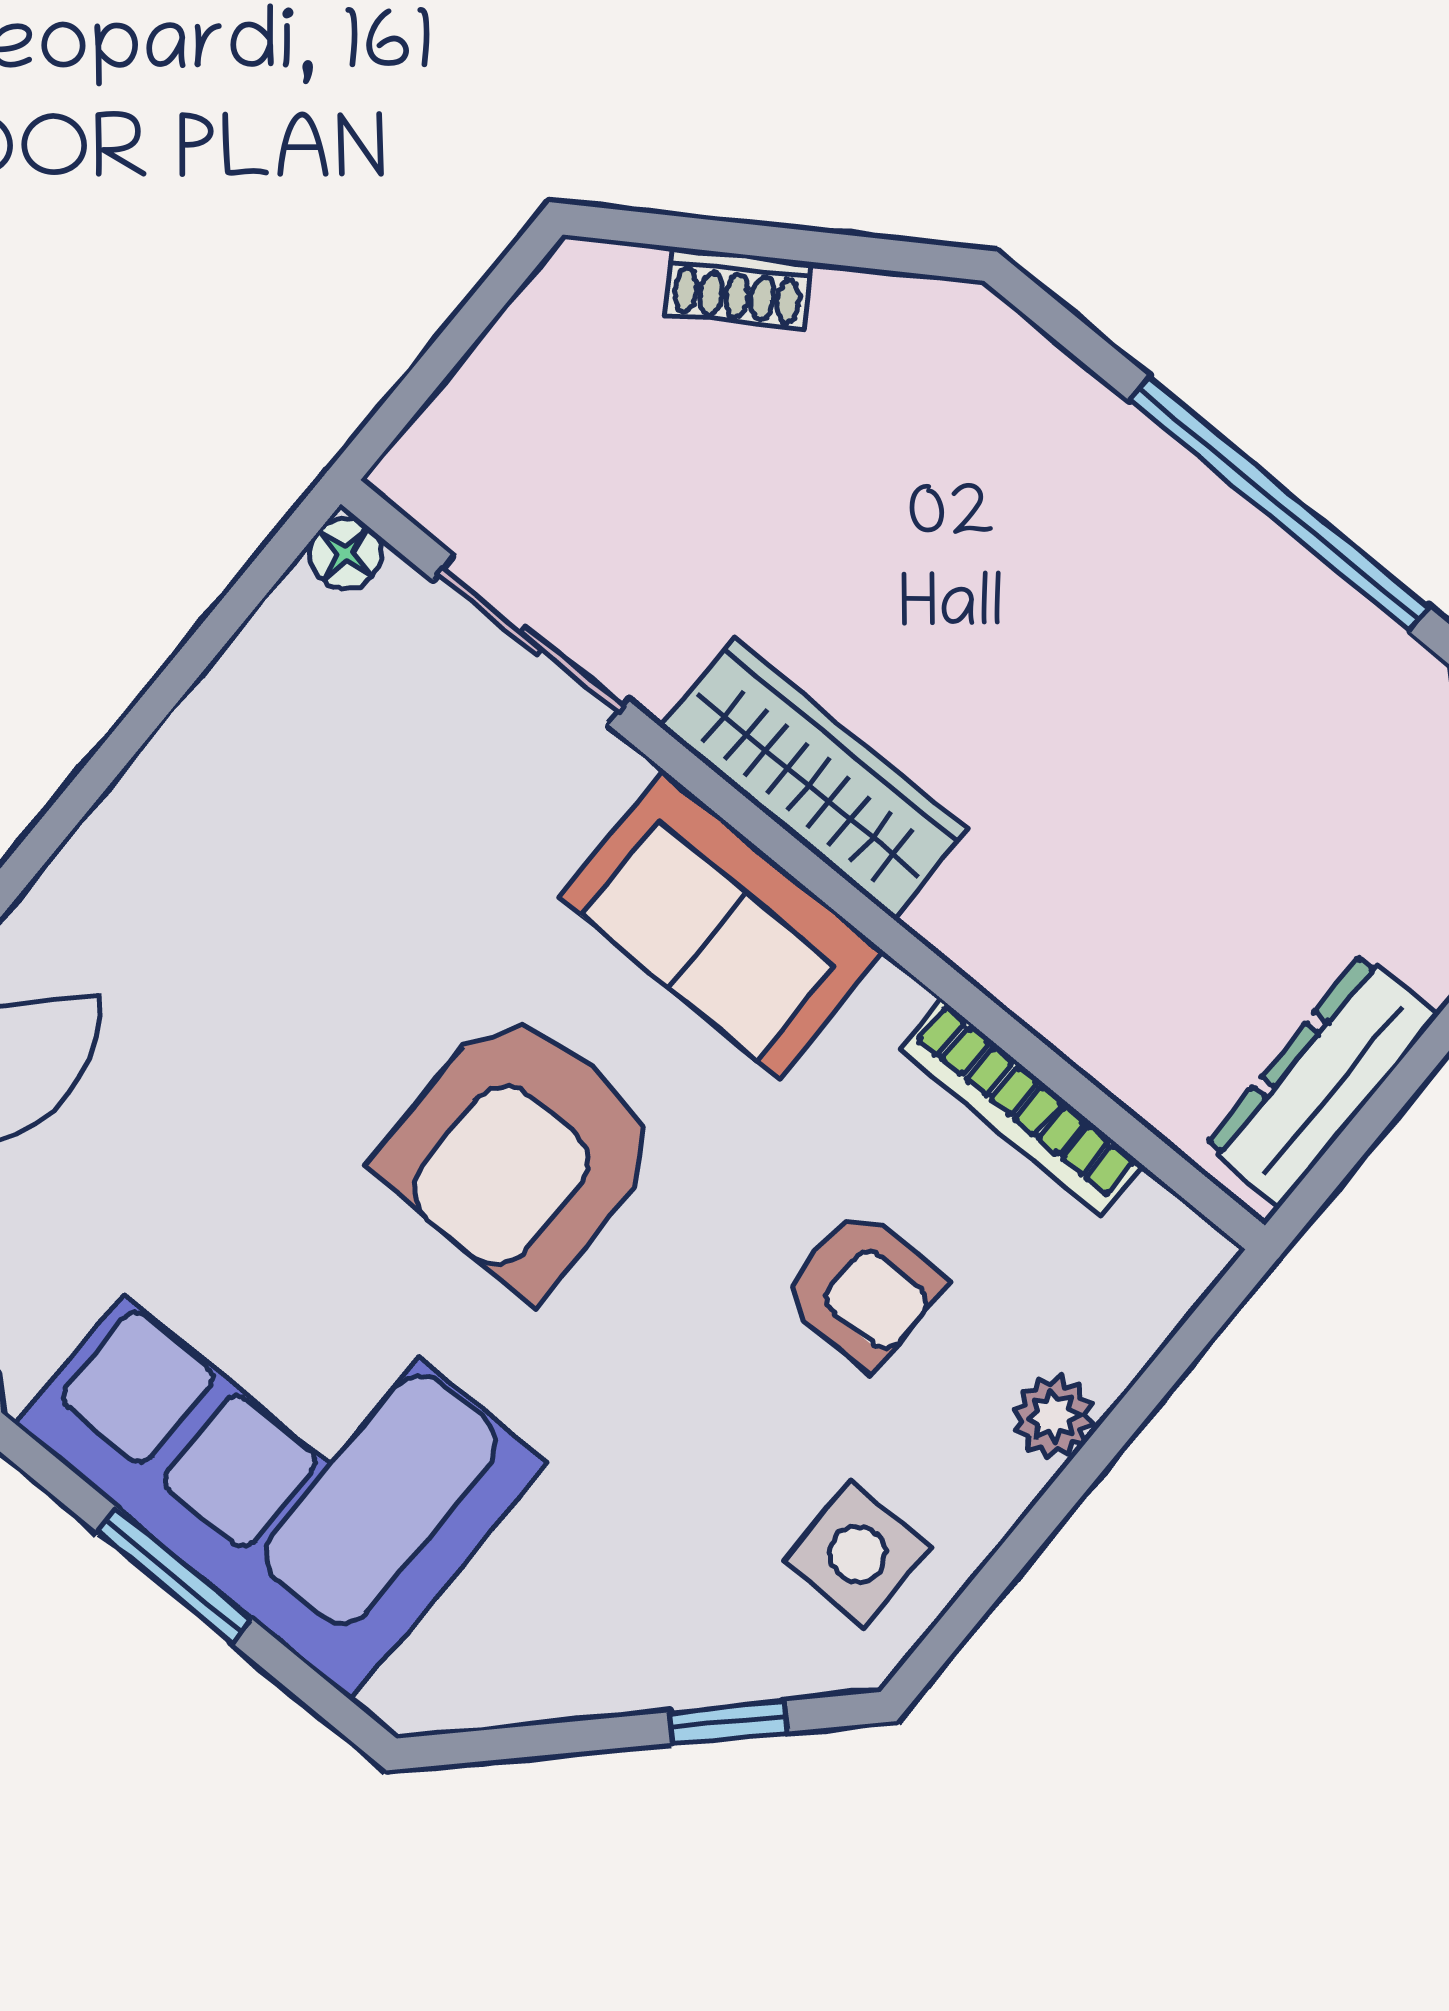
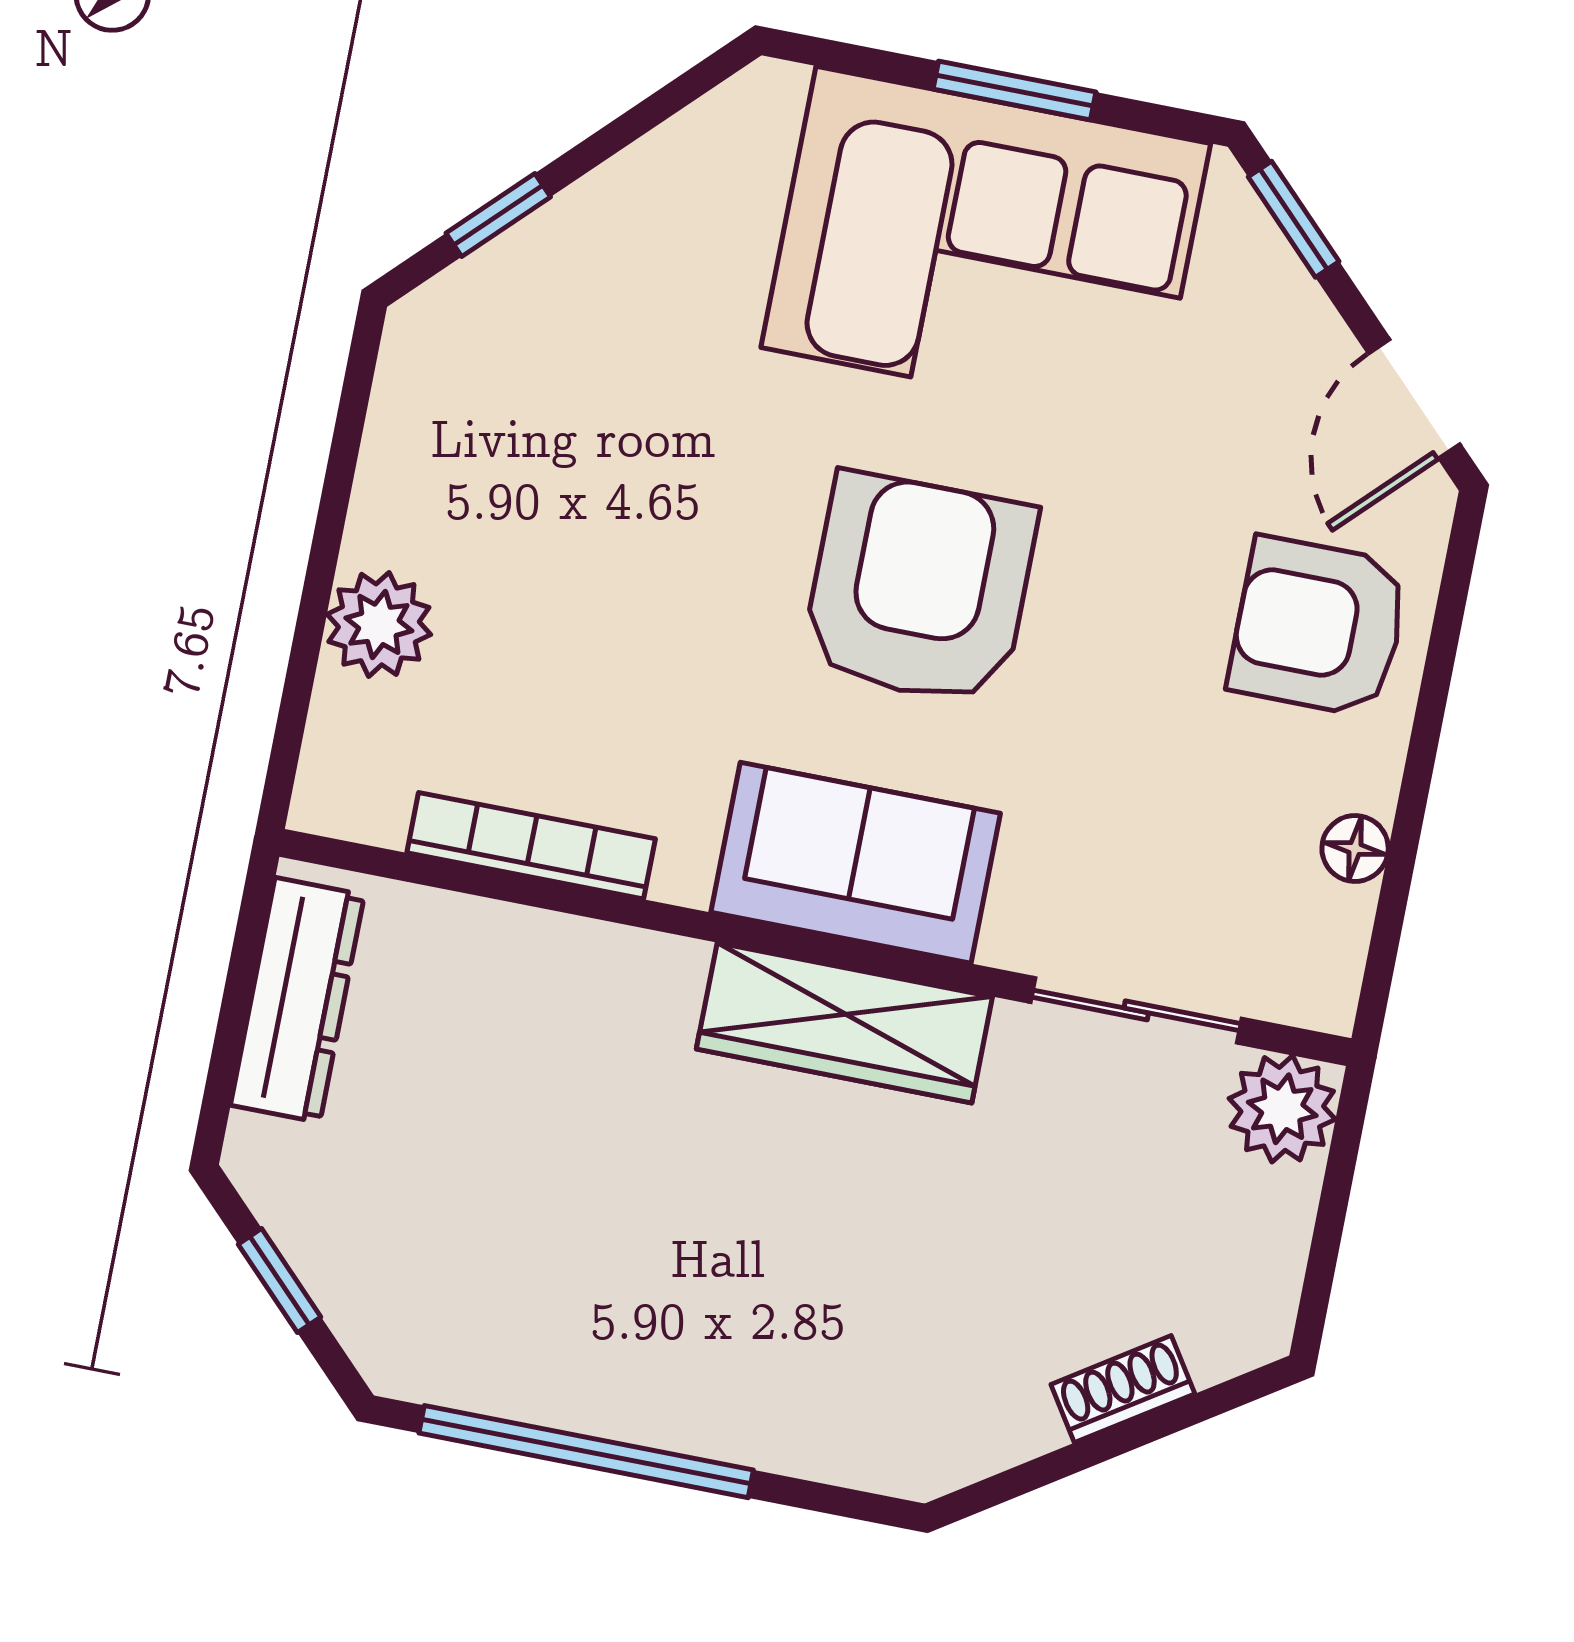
plant: (443, 472) -> (1282, 1109), added
floor lamp: (346, 554) -> (1355, 848), moved
armchair: (863, 1289) -> (1319, 627), moved, width x1.38, depth x1.38
plant: (1053, 1417) -> (379, 624), width x1.38, depth x1.38
side table: (857, 1554) -> (467, 409), removed

